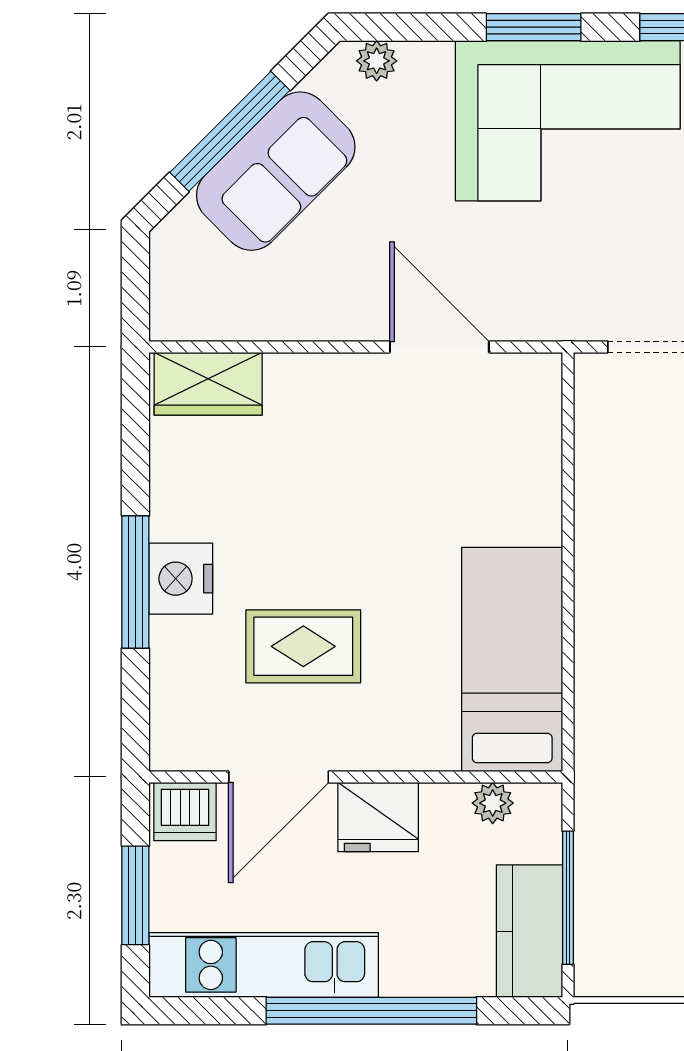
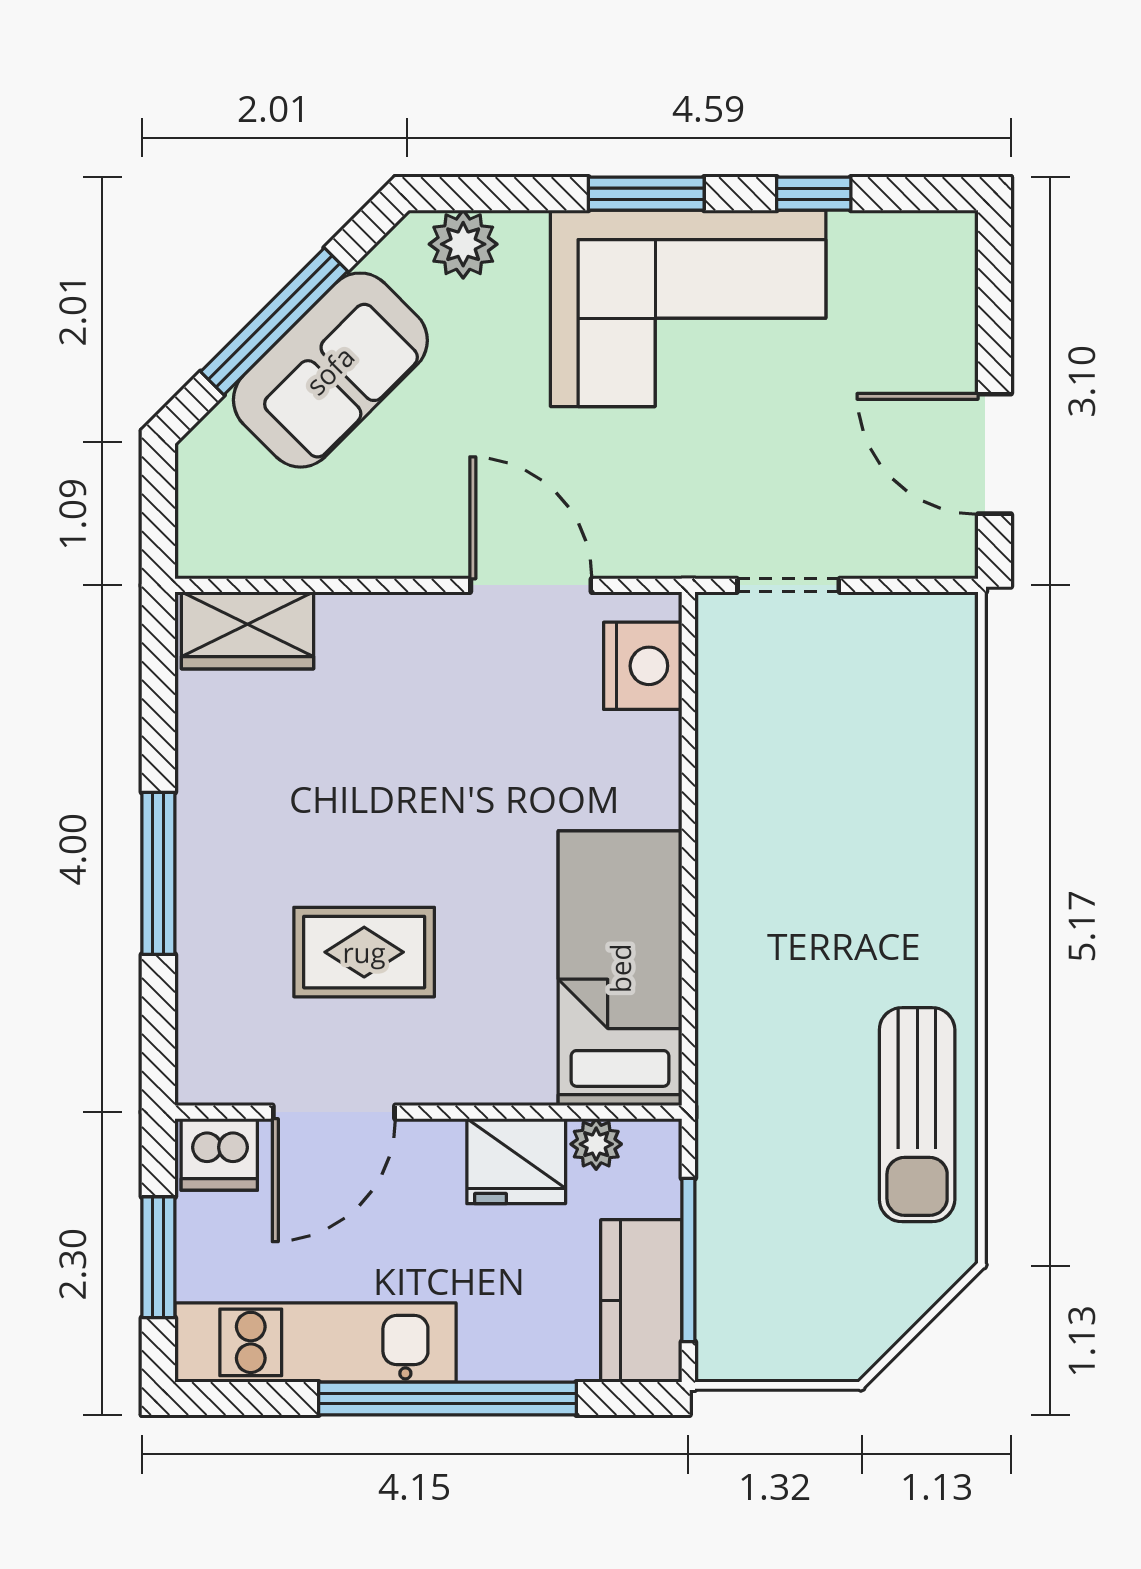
plant: (377, 61) -> (463, 244), width x1.38, depth x1.38
nightstand: (181, 579) -> (643, 666), moved, turned 180
fridge: (378, 817) -> (516, 1161), moved

